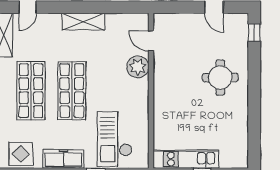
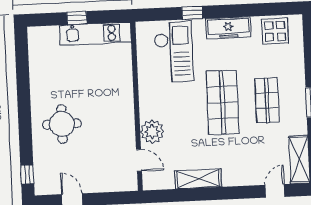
shelving: (83, 22) -> (198, 179), moved
shop shelf: (31, 91) -> (267, 100), width x0.70, depth x0.74

